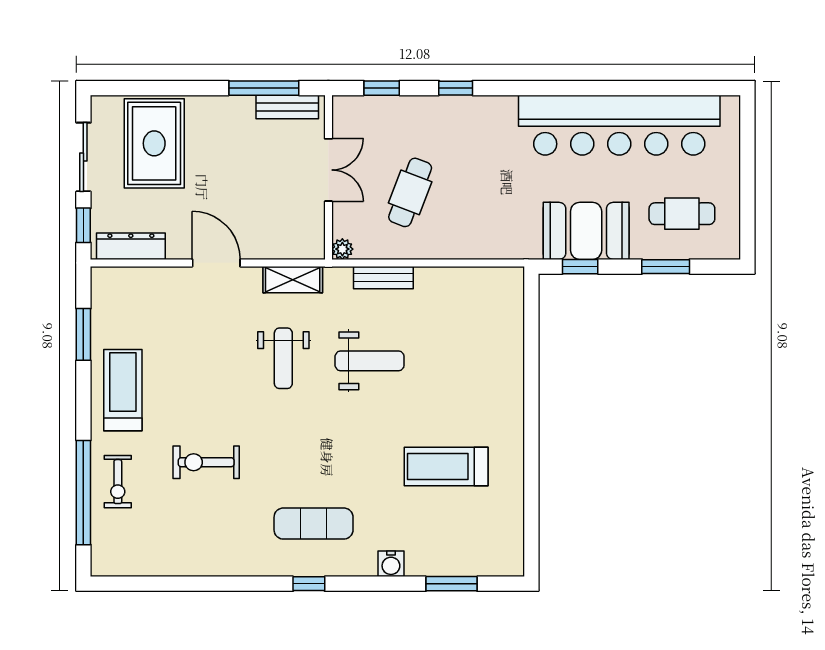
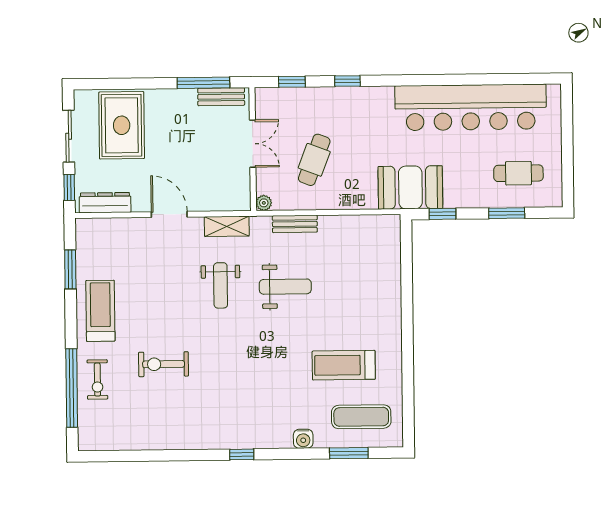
booth: (586, 231) -> (410, 187), moved
exercise mat: (314, 524) -> (361, 417), moved

